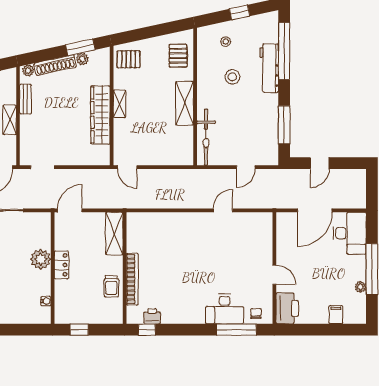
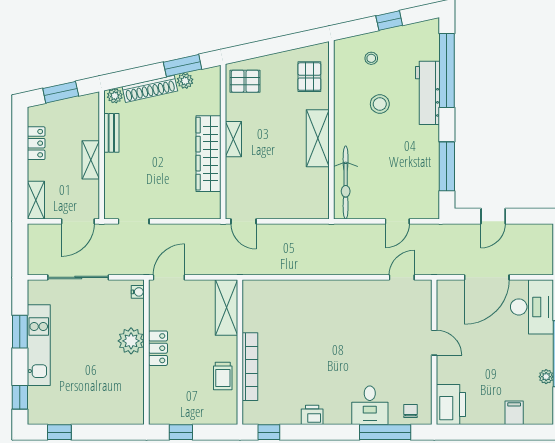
door: (223, 210) -> (402, 277), moved
door: (274, 275) -> (434, 343), moved
water cooler: (46, 301) -> (138, 292), moved
desk: (225, 309) -> (370, 405), width x0.73
printer: (152, 316) -> (312, 415), moved

